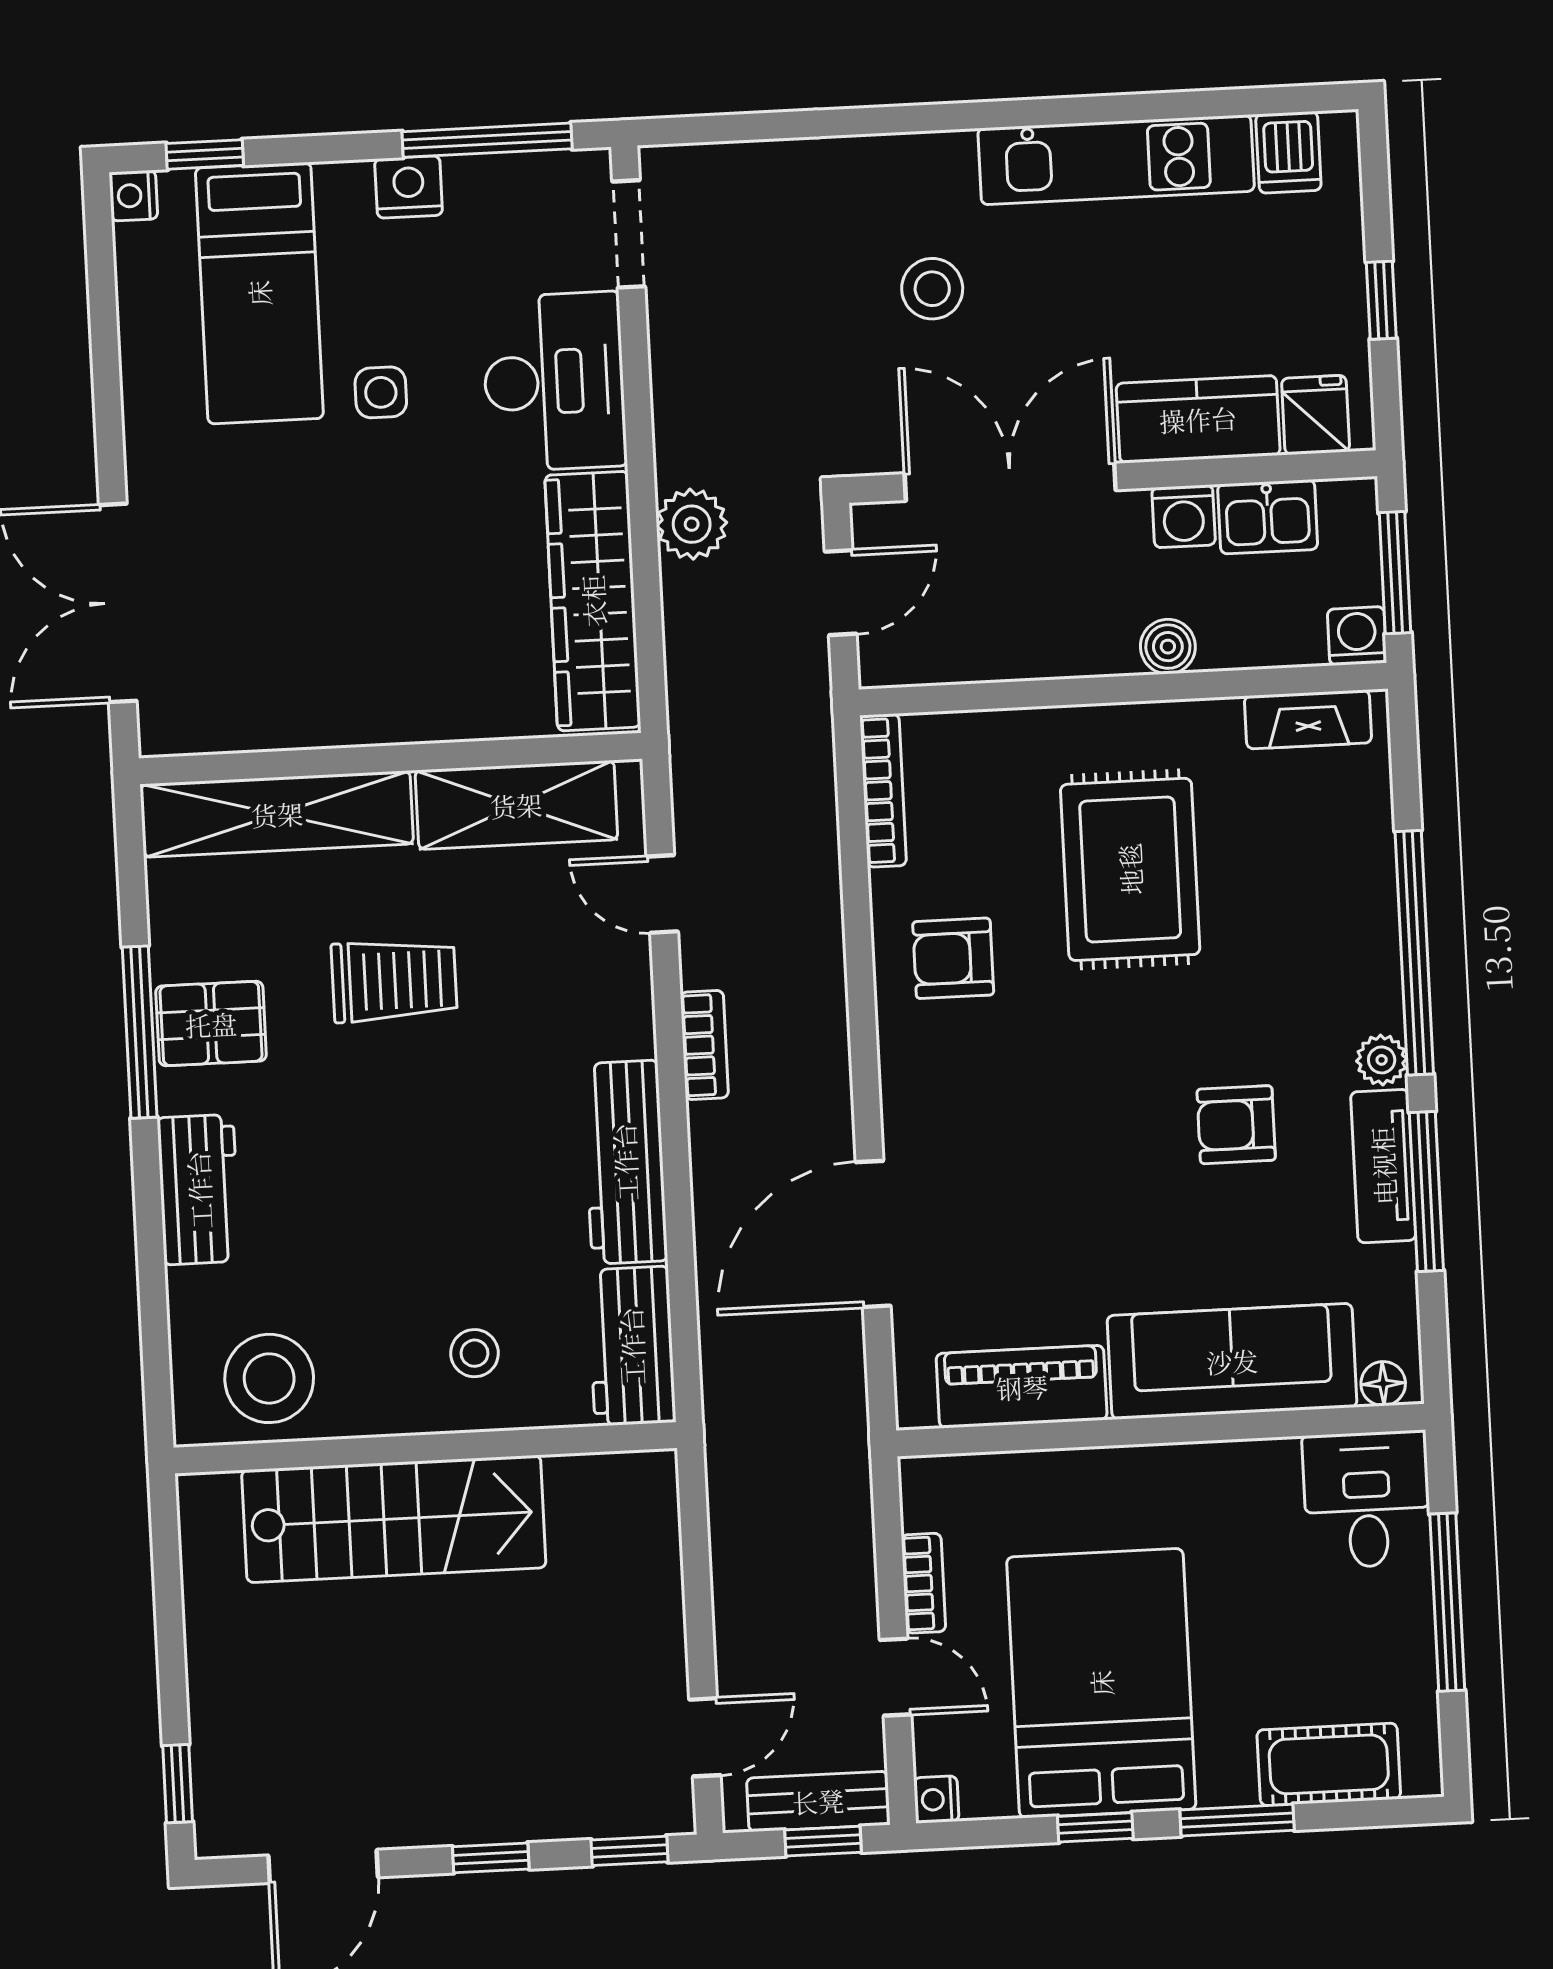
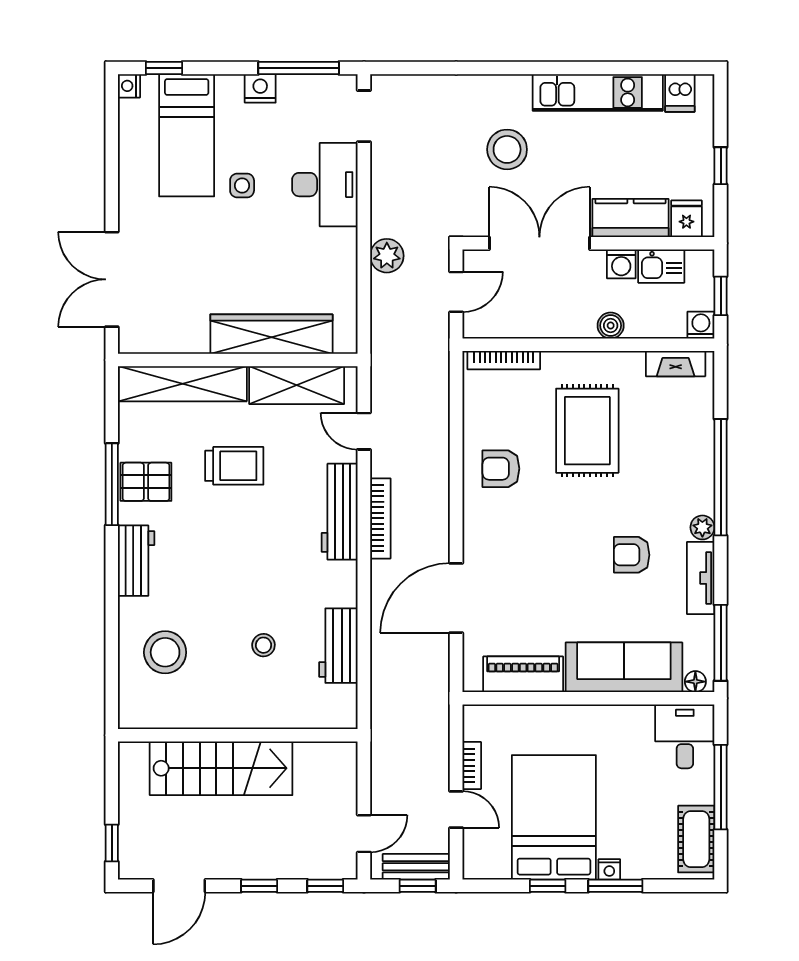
stool: (932, 289) -> (507, 149), width x1.38, depth x1.38
window: (1395, 573) -> (721, 296), width x0.67
wardrobe: (593, 601) -> (271, 334), moved, turned 90
bookcase: (883, 791) -> (504, 360), moved, turned 90
bookcase: (704, 1045) -> (380, 518), width x1.56
workbench: (625, 1162) -> (340, 512), moved
window: (1426, 1191) -> (721, 643), moved
wall: (425, 1448) -> (238, 735), moved
stairs: (394, 1519) -> (221, 768), moved
cot: (1329, 1764) -> (696, 839), moved, turned 90
nightstand: (936, 1800) -> (609, 869), moved, turned -90

